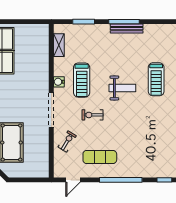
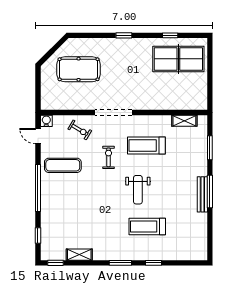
water cooler: (59, 82) -> (46, 121), moved
exercise mat: (100, 157) -> (63, 165), turned 90

